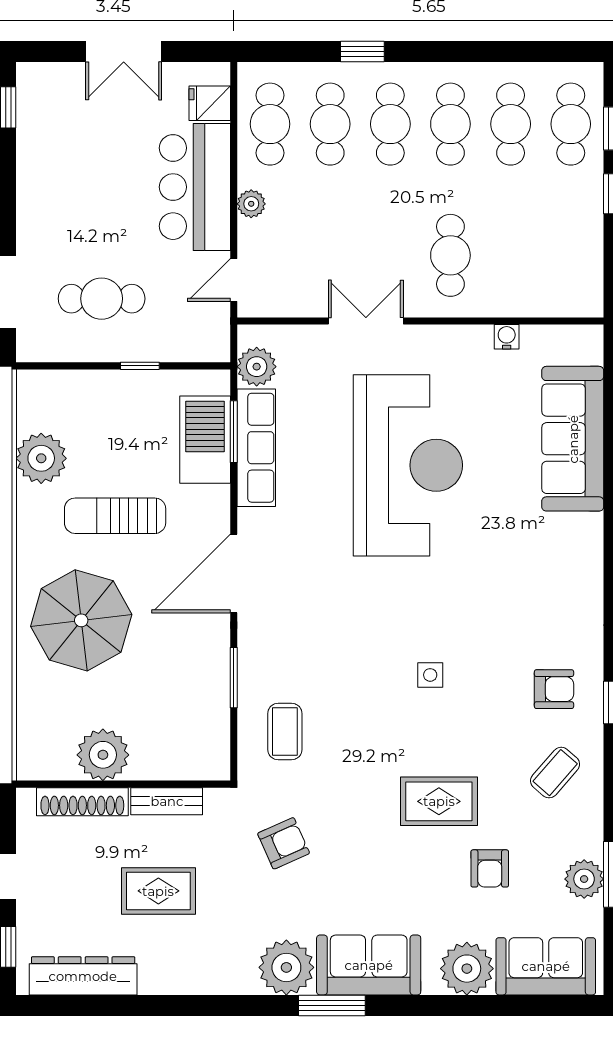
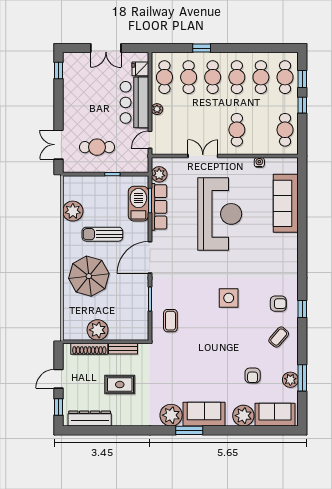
cafe table: (571, 255) -> (285, 130), added
side table: (430, 675) -> (229, 298), width x1.87, depth x1.87
rug: (439, 801) -> (232, 349), removed
armchair: (284, 843) -> (170, 365), removed

